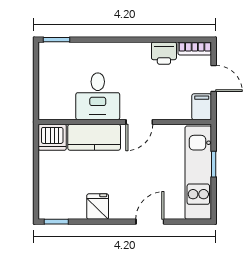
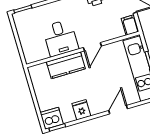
dishwasher: (52, 137) -> (52, 118), moved, turned 180

